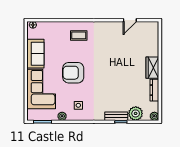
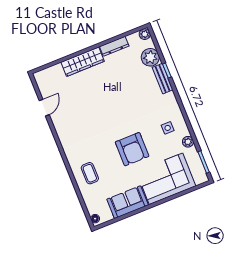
door: (130, 20) -> (44, 108), hinge flipped
coffee table: (79, 35) -> (90, 173), moved
wardrobe: (152, 68) -> (83, 62), width x1.50

